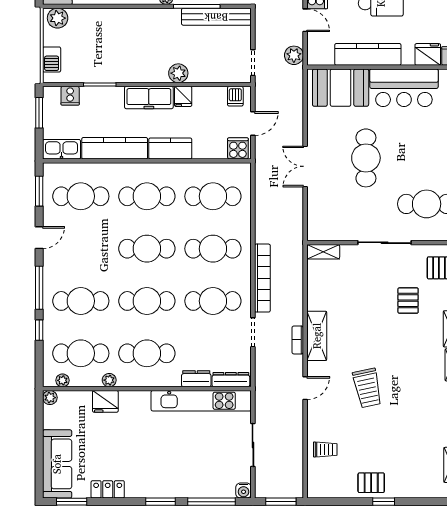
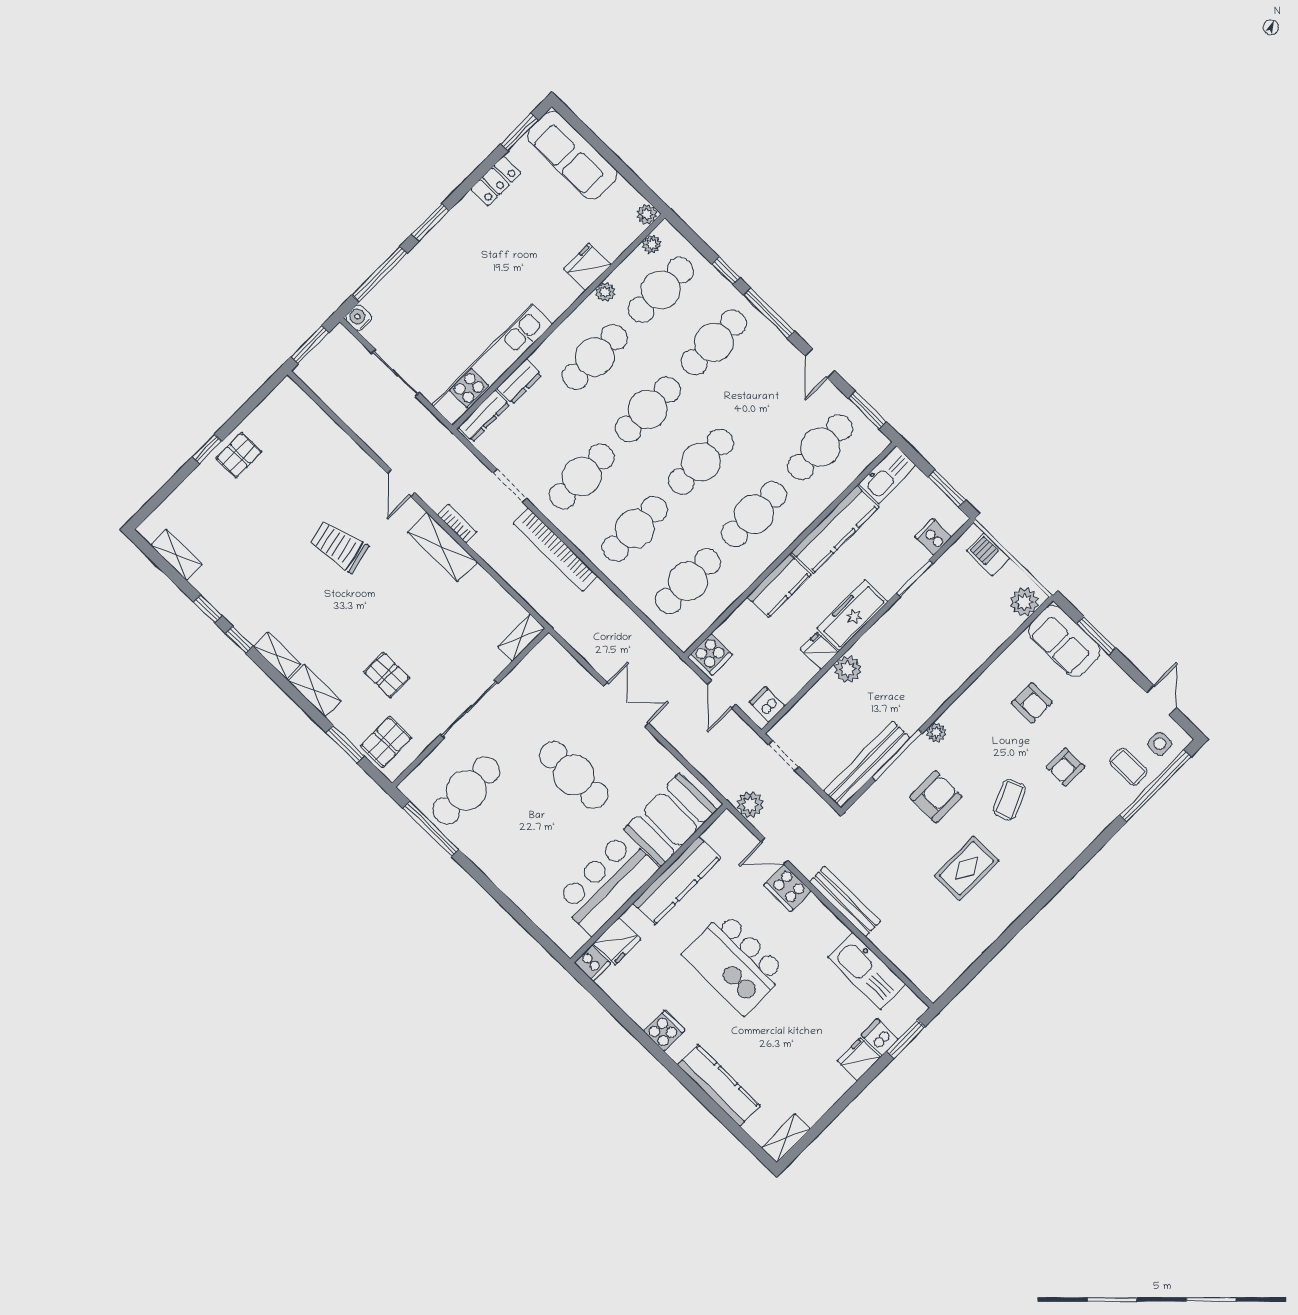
trolley: (325, 449) -> (319, 442), removed

